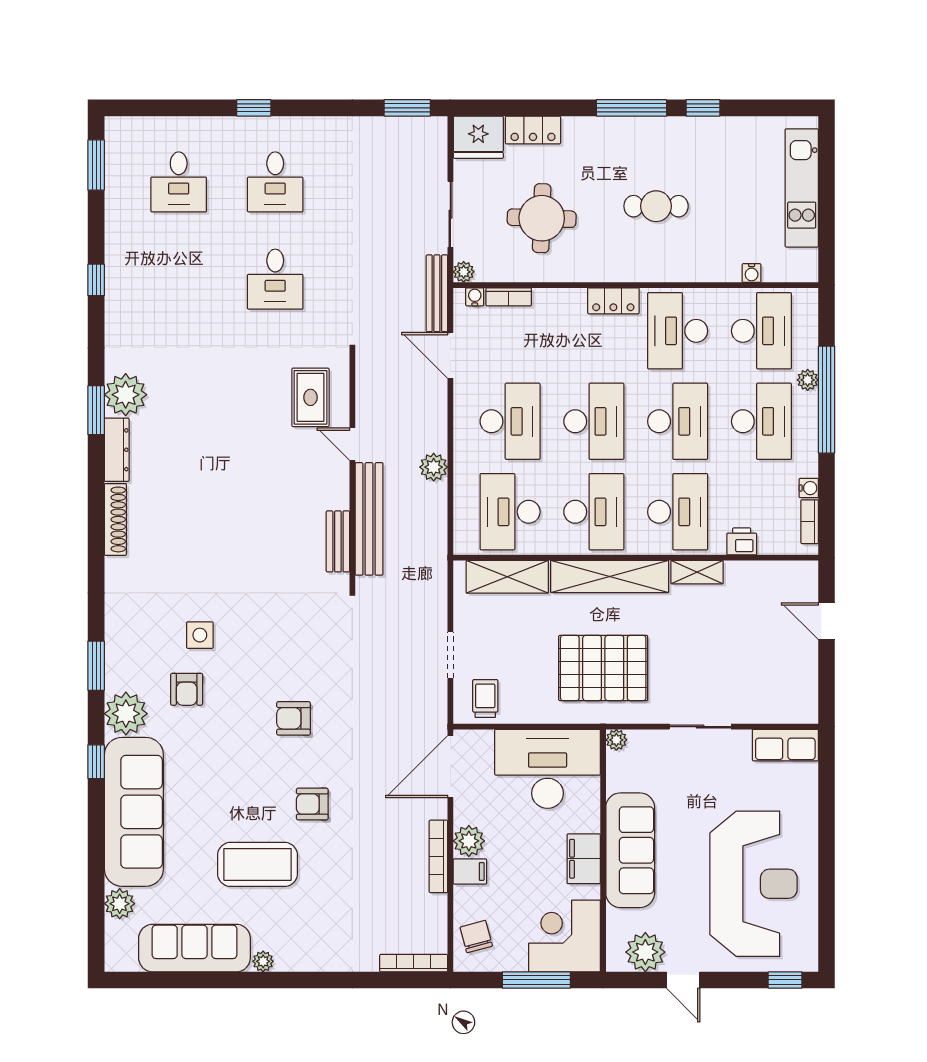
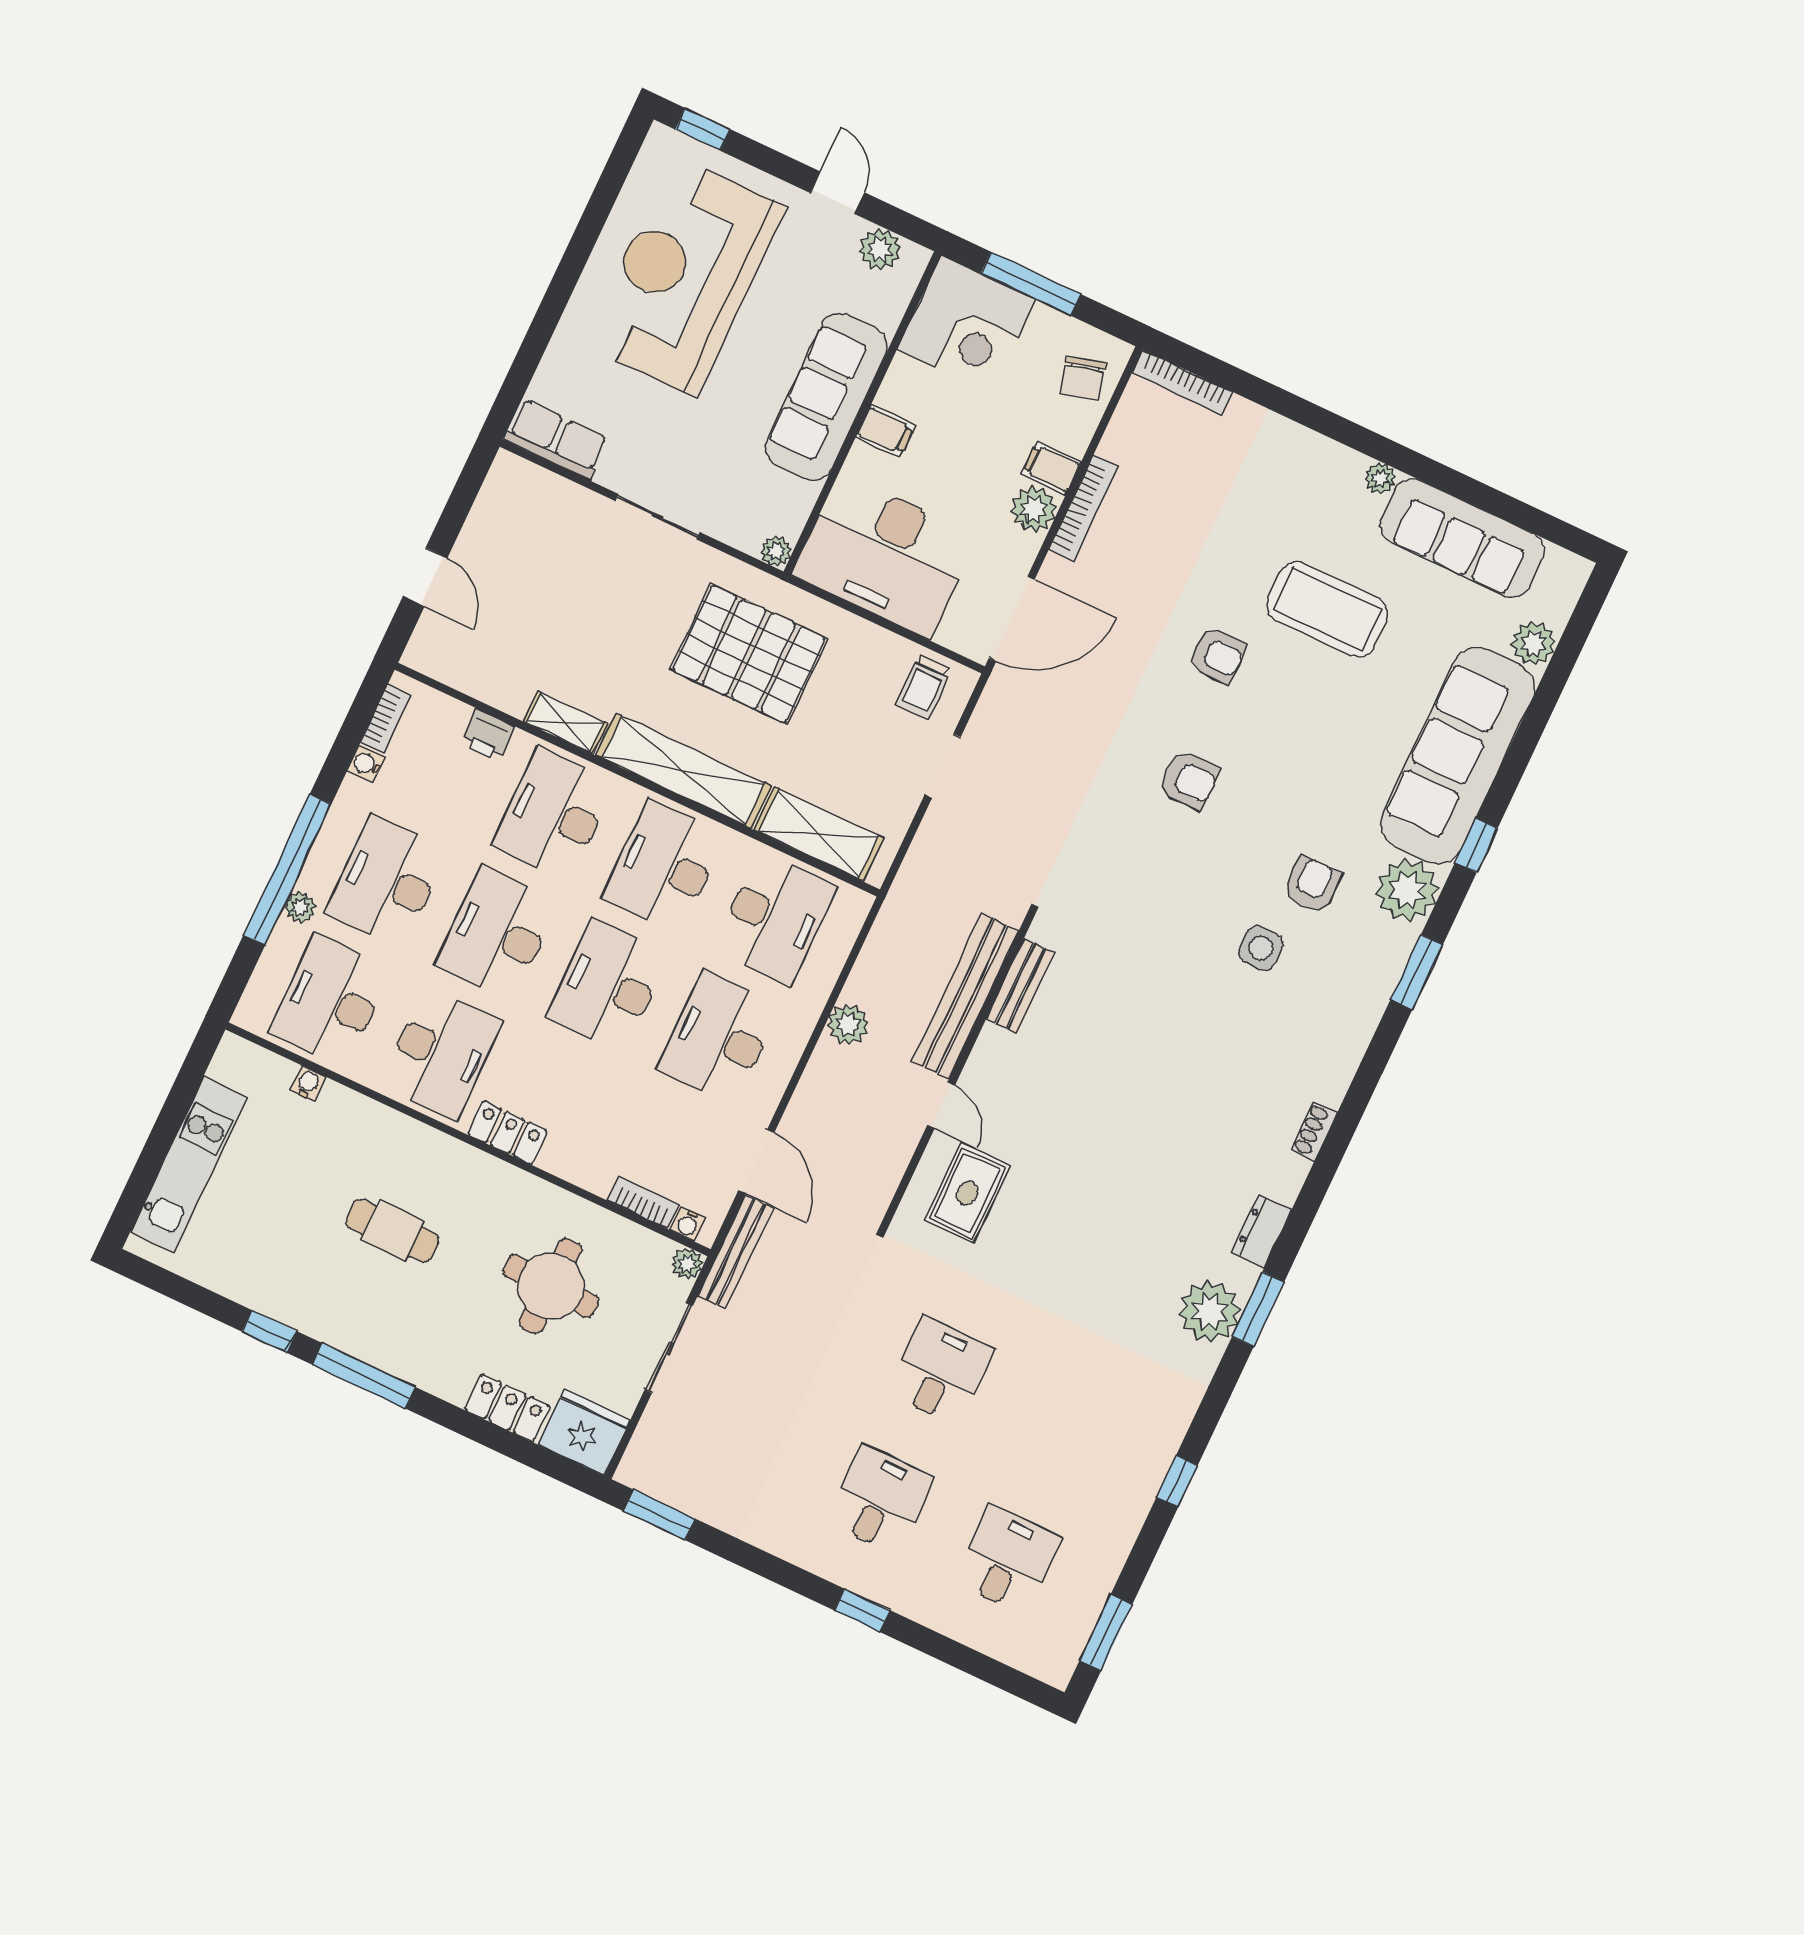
dresser: (117, 450) -> (1261, 1232), width x0.70
shoe rack: (115, 519) -> (1314, 1131), width x0.51, depth x0.81
filing cabinet: (584, 859) -> (885, 431), width x0.50
plant: (645, 952) -> (880, 249), width x0.73, depth x0.73

